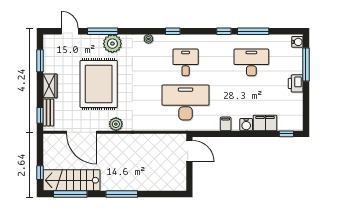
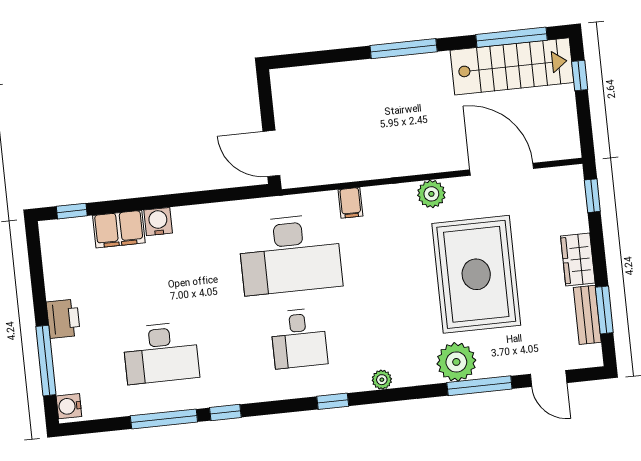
bench: (48, 113) -> (587, 315), moved
filing cabinet: (226, 124) -> (350, 203), moved

